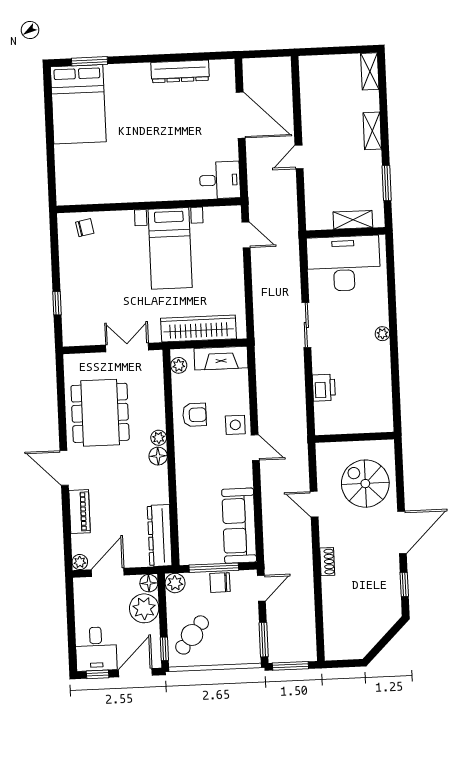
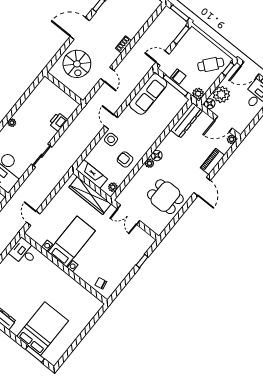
bed: (78, 104) -> (43, 329), moved
dining table: (100, 413) -> (165, 197), width x0.73

